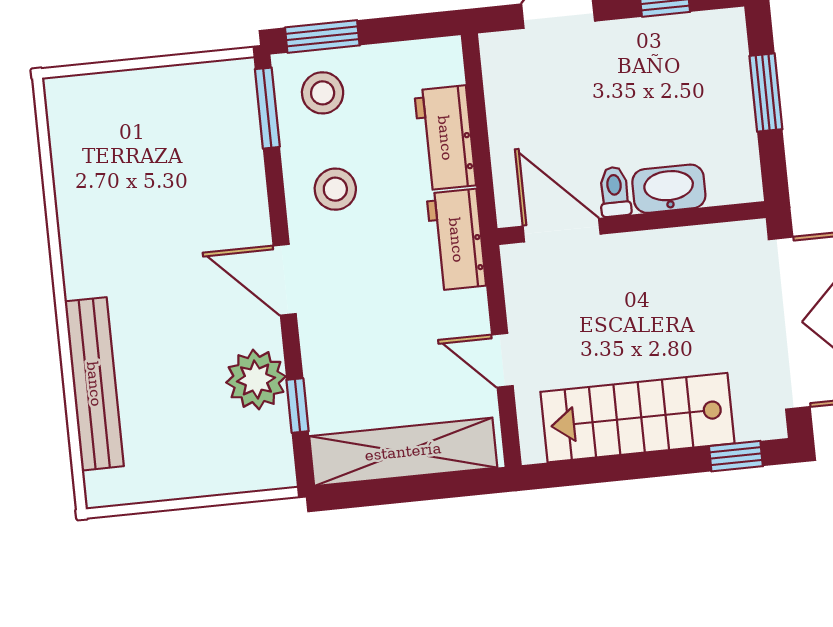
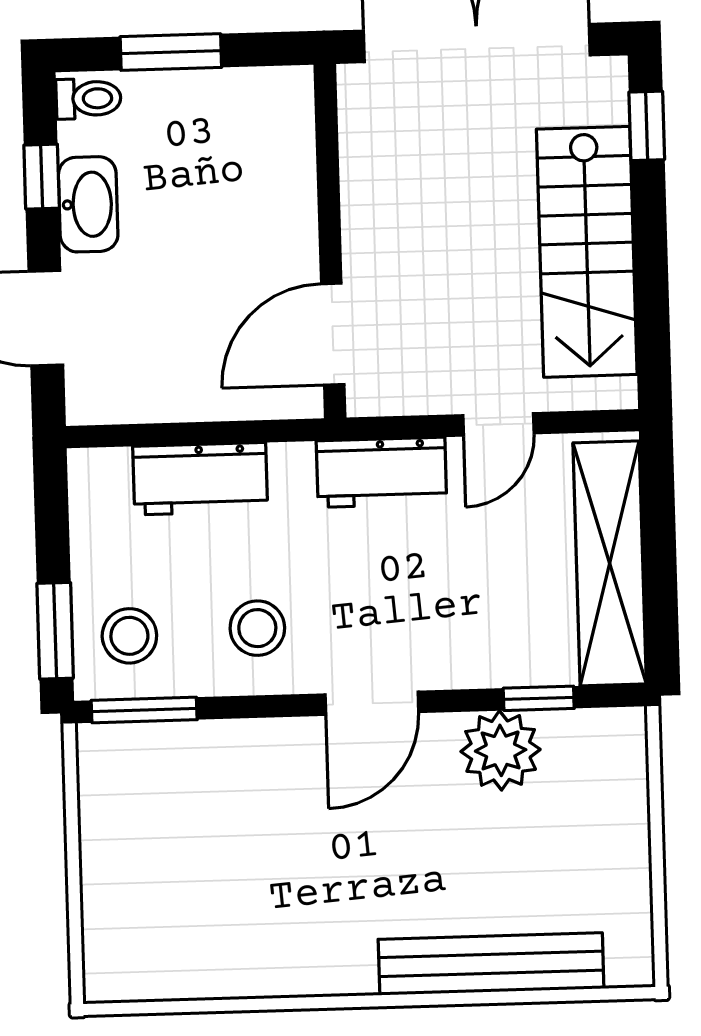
washbasin: (669, 189) -> (88, 204), moved, turned 180
toilet: (615, 192) -> (88, 99), moved, turned 180
workbench: (456, 240) -> (381, 472), moved

